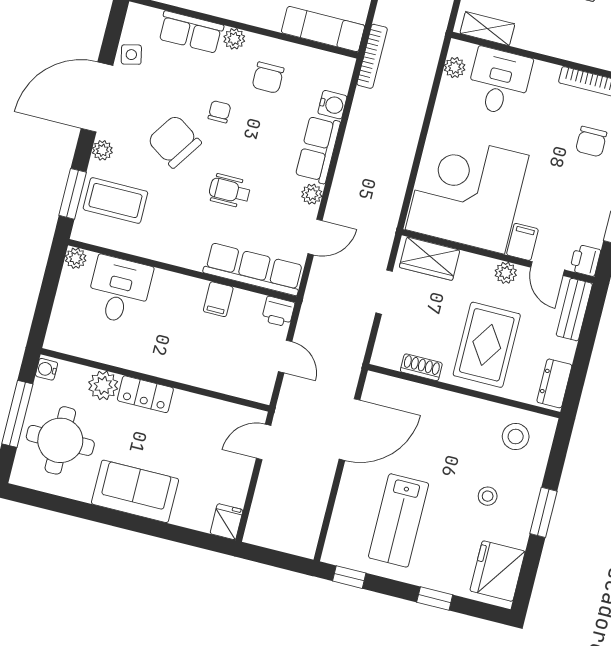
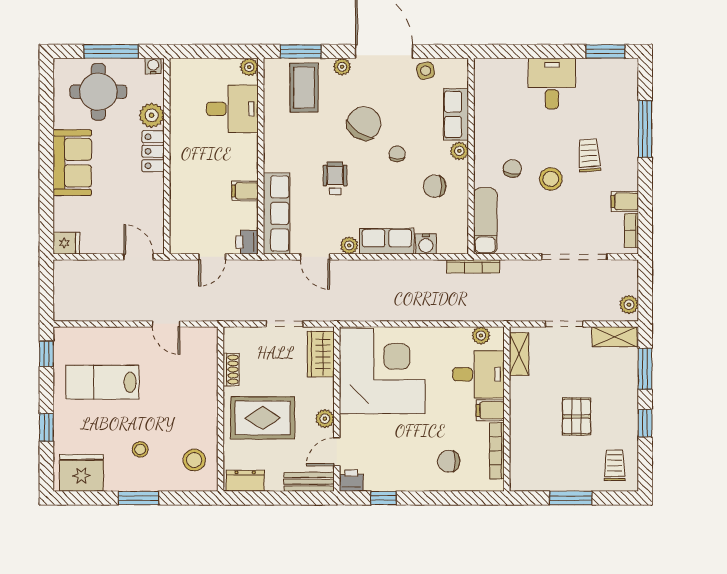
chair: (219, 112) -> (397, 154), turned -90
filing cabinet: (522, 242) -> (490, 410), moved, turned 180
door: (349, 430) -> (166, 324), width x0.53

